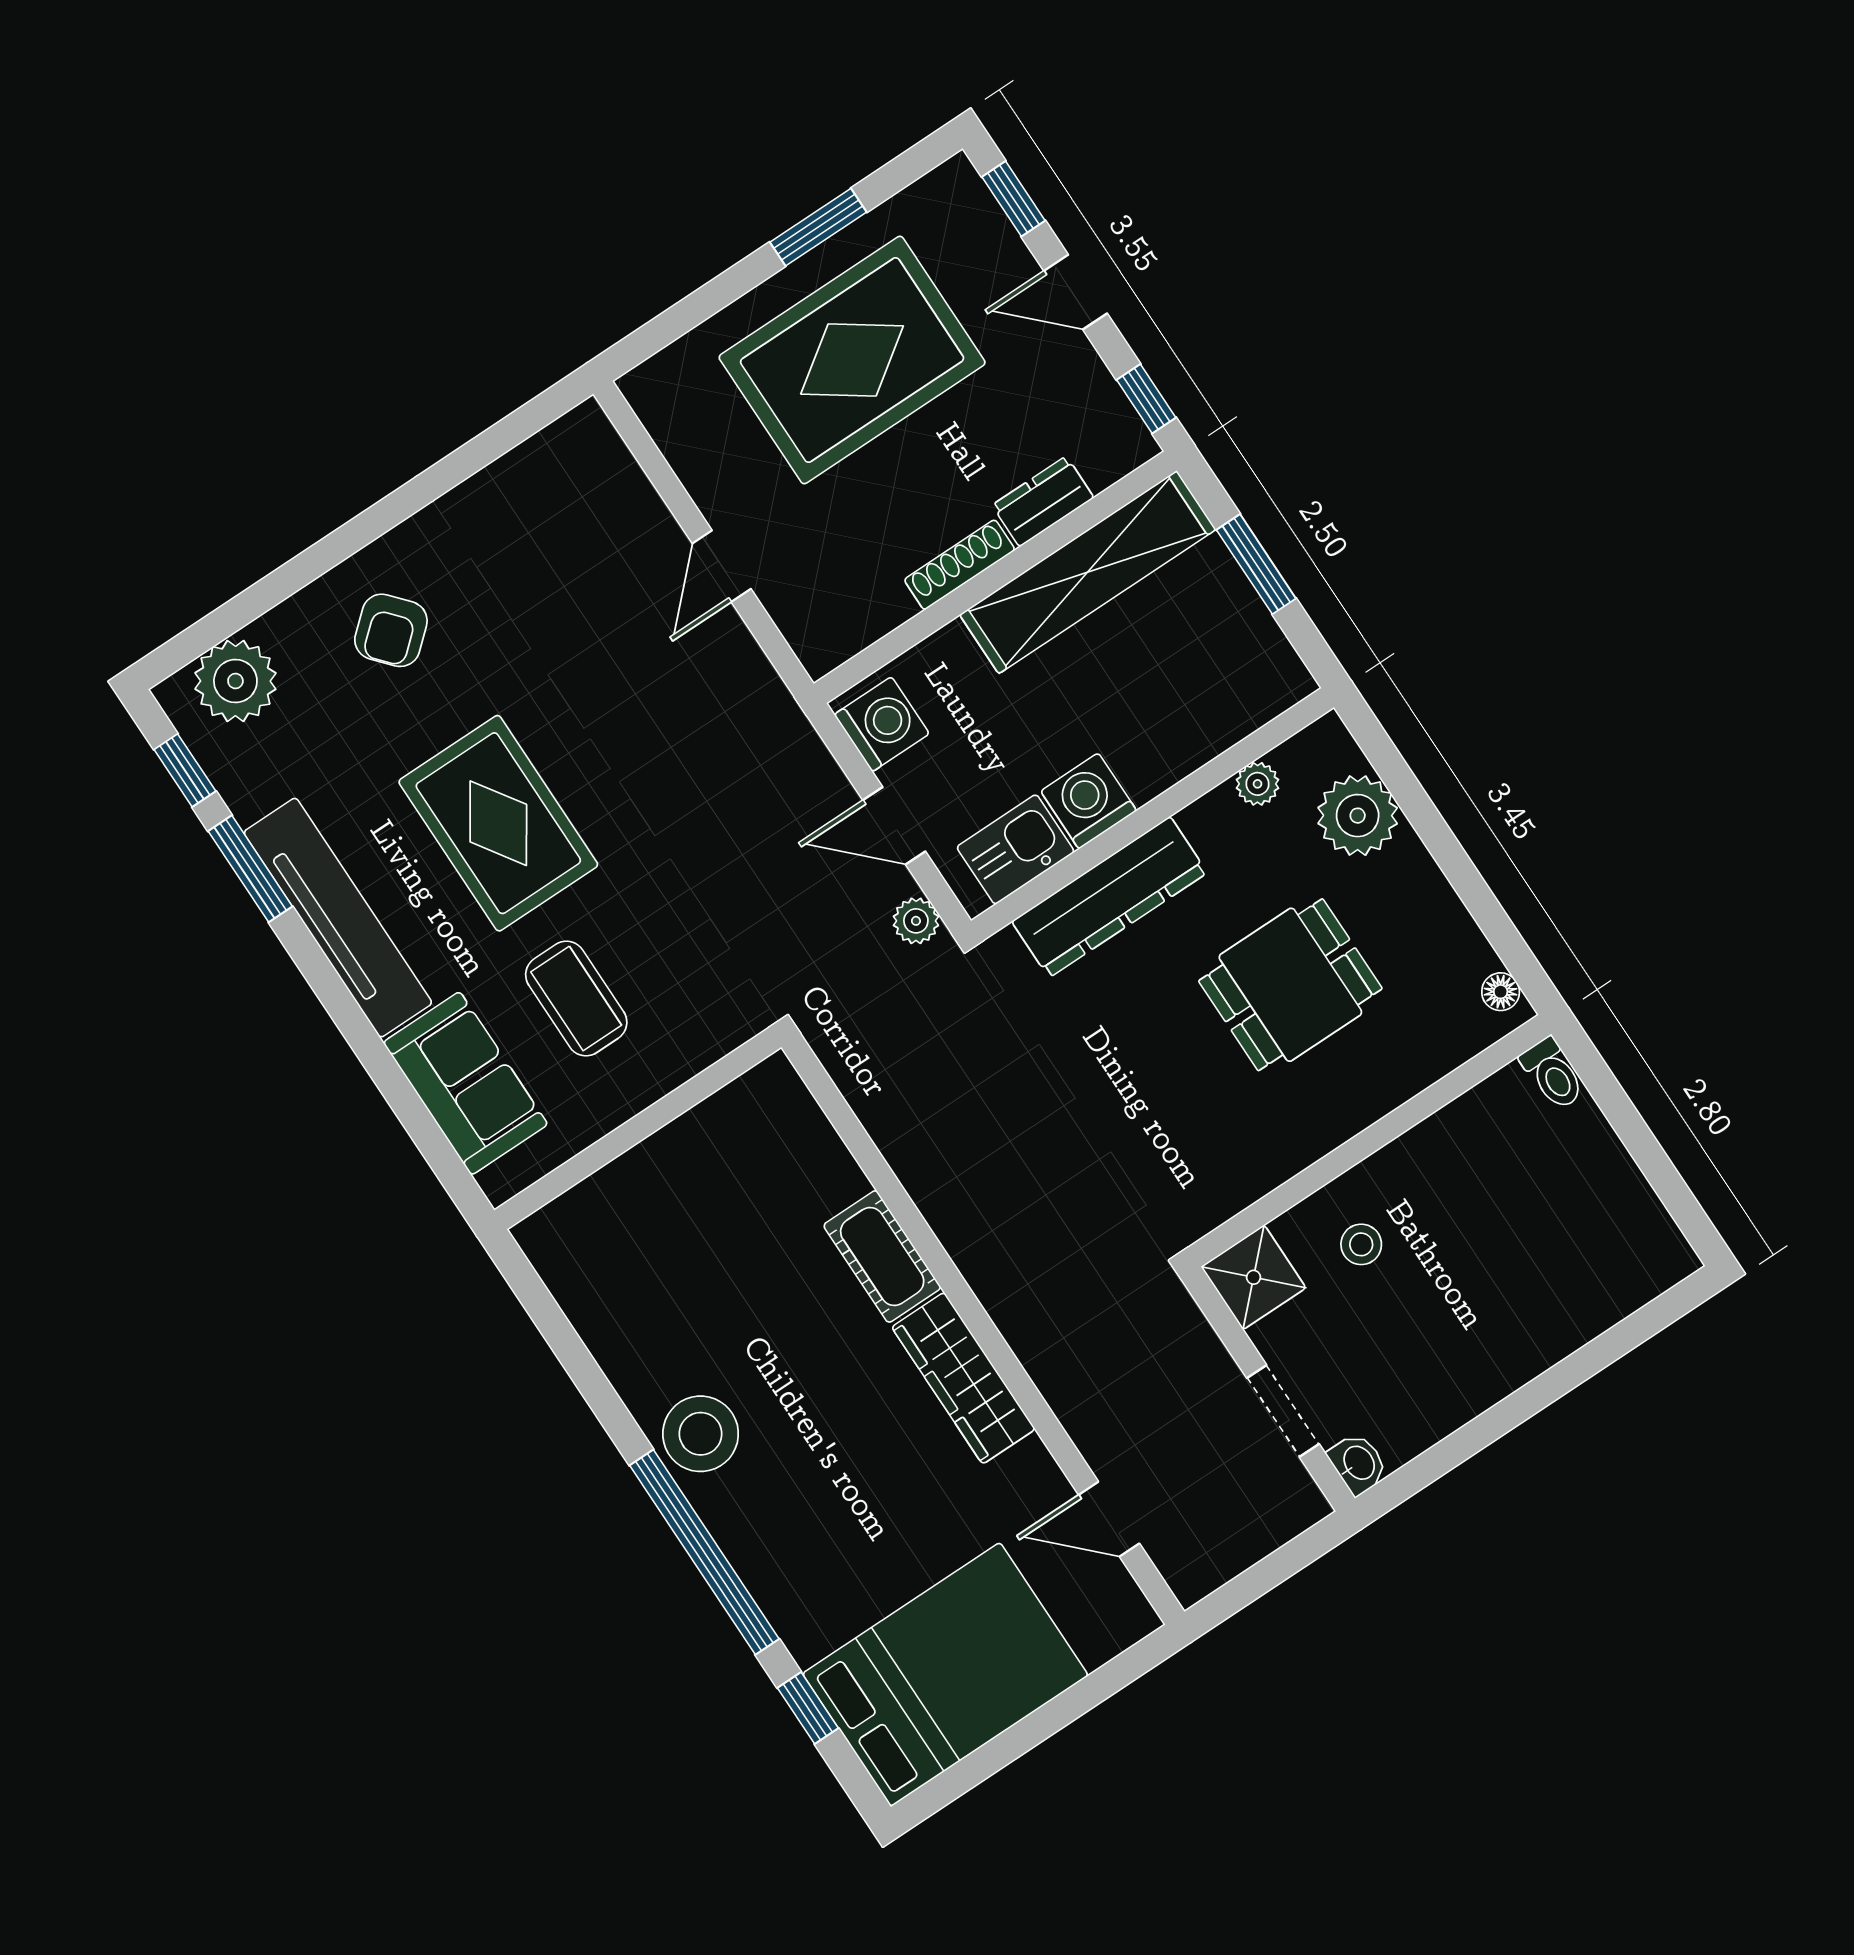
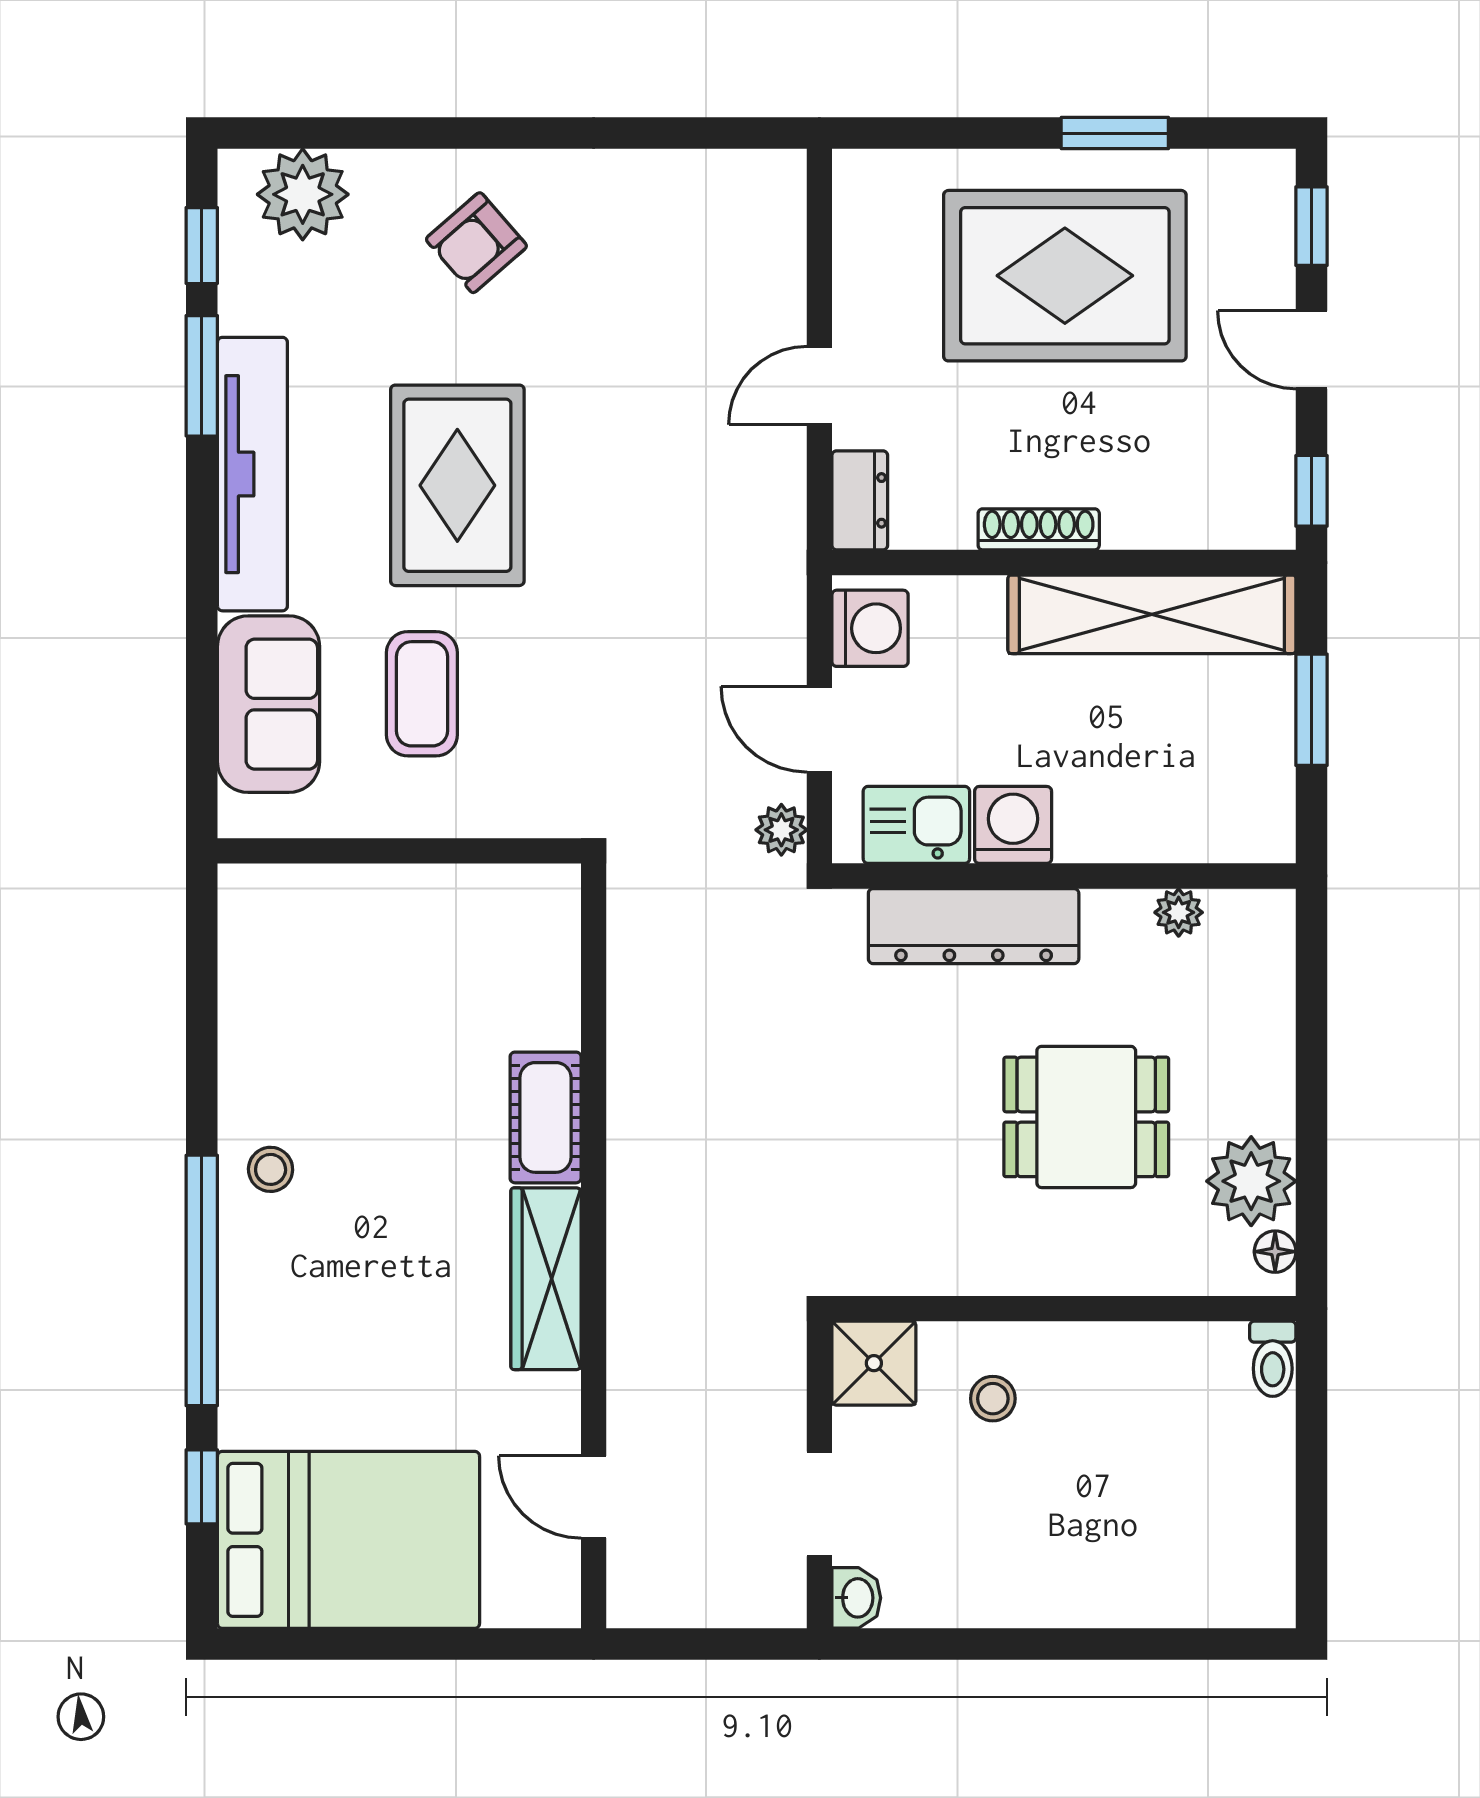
dresser: (1043, 501) -> (860, 500), moved, turned 90
plant: (1358, 816) -> (1251, 1181), moved
stool: (701, 1434) -> (271, 1169), width x0.53, depth x0.53

